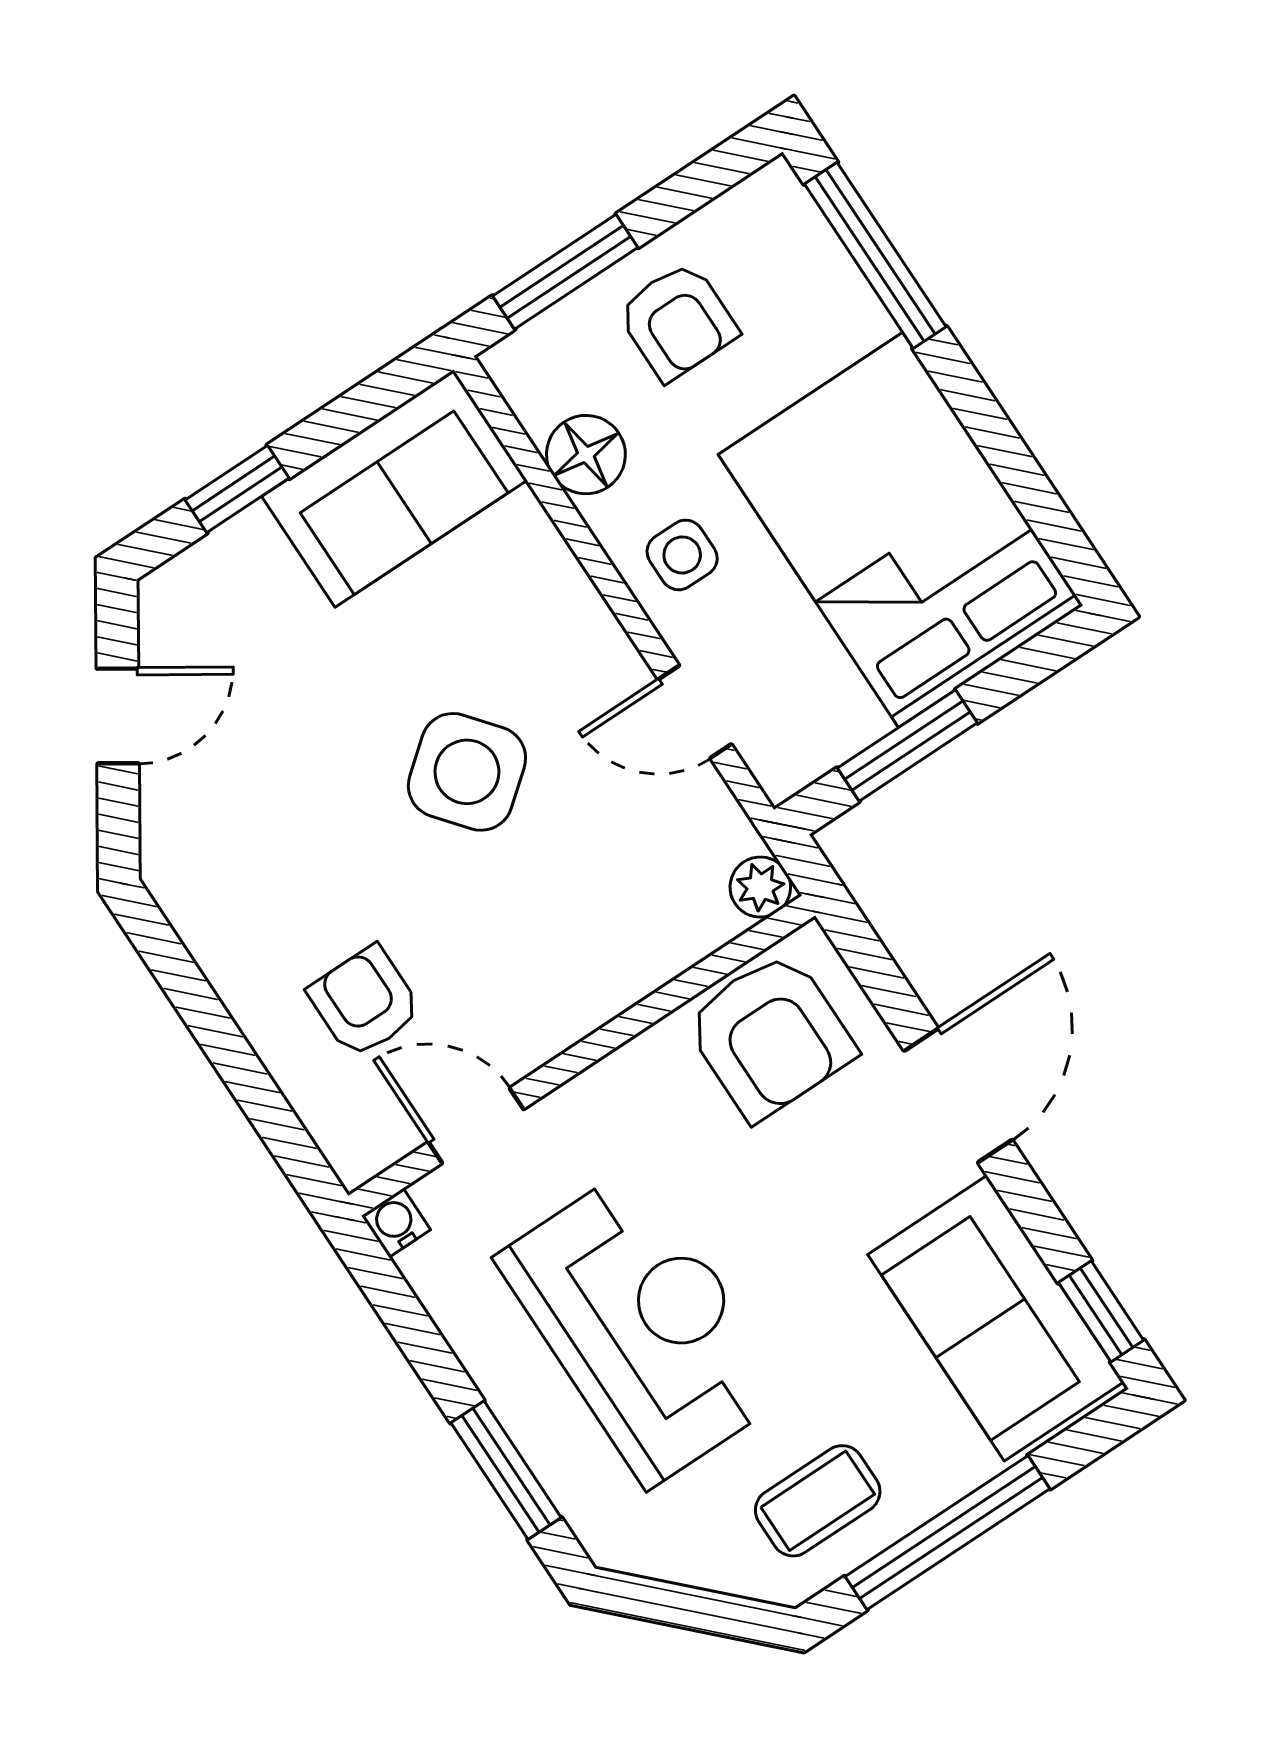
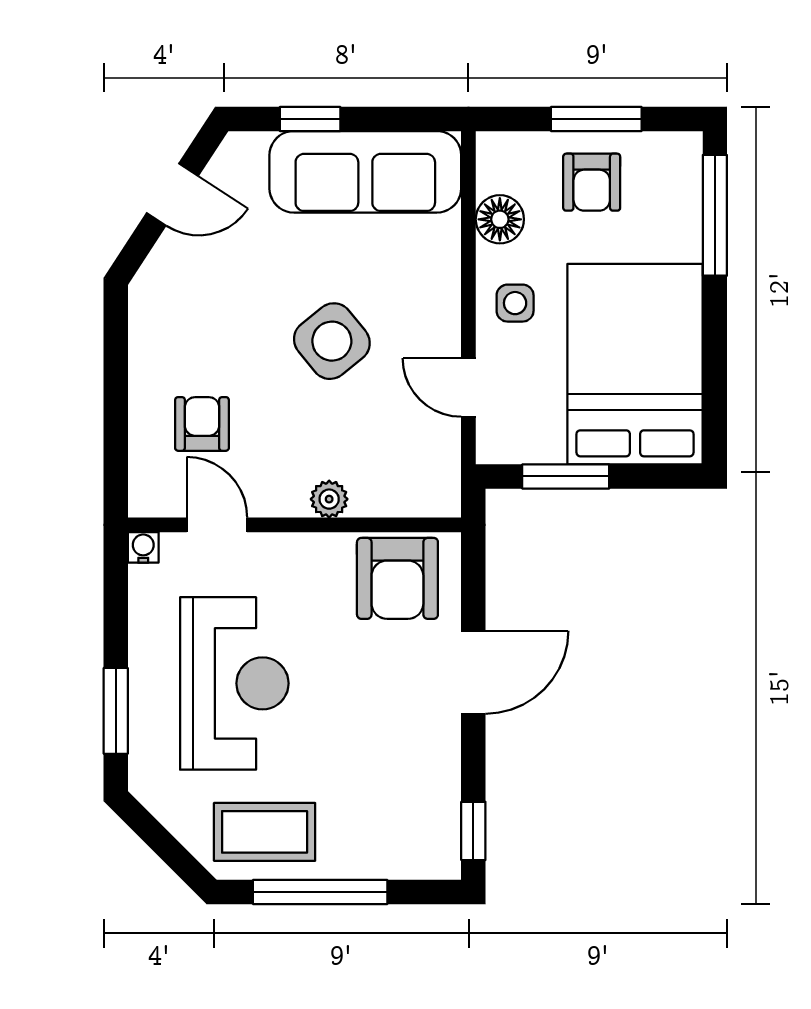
window: (565, 272) -> (596, 119), moved
sofa: (395, 488) -> (365, 172), width x1.36
plant: (760, 887) -> (329, 499), moved
sofa: (996, 1318) -> (417, 799), removed
coffee table: (818, 1501) -> (265, 832), width x1.36, depth x1.30

